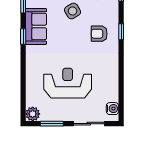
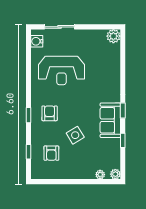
armchair: (99, 34) -> (50, 113), turned -90
reception desk: (68, 83) -> (61, 70), moved
window: (52, 124) -> (95, 27), removed

